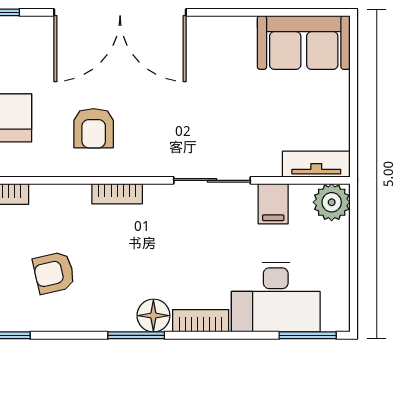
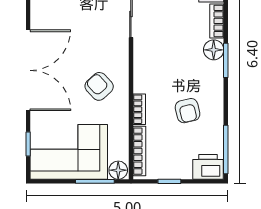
armchair: (94, 128) -> (99, 86), turned -133
bookcase: (117, 194) -> (139, 109), moved

